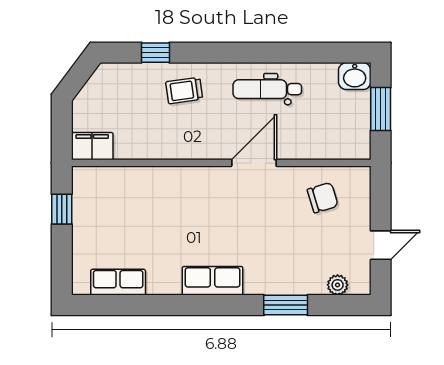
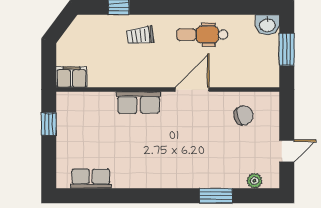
row of seats: (213, 281) -> (139, 102), moved, turned 180

